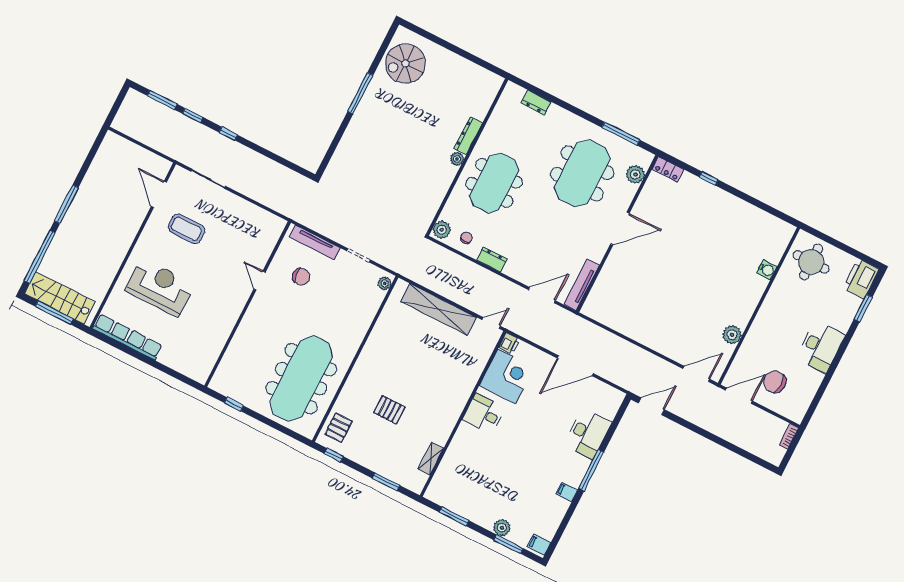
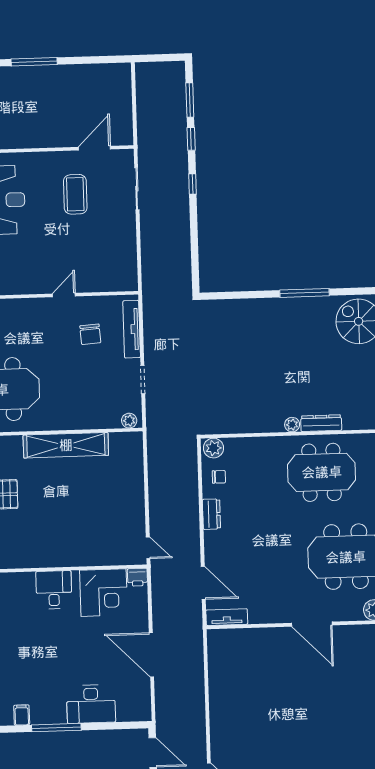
meeting table: (494, 183) -> (322, 472), moved
tv unit: (582, 285) -> (227, 617), width x0.71
shelving: (439, 309) -> (66, 445), moved, turned 90

